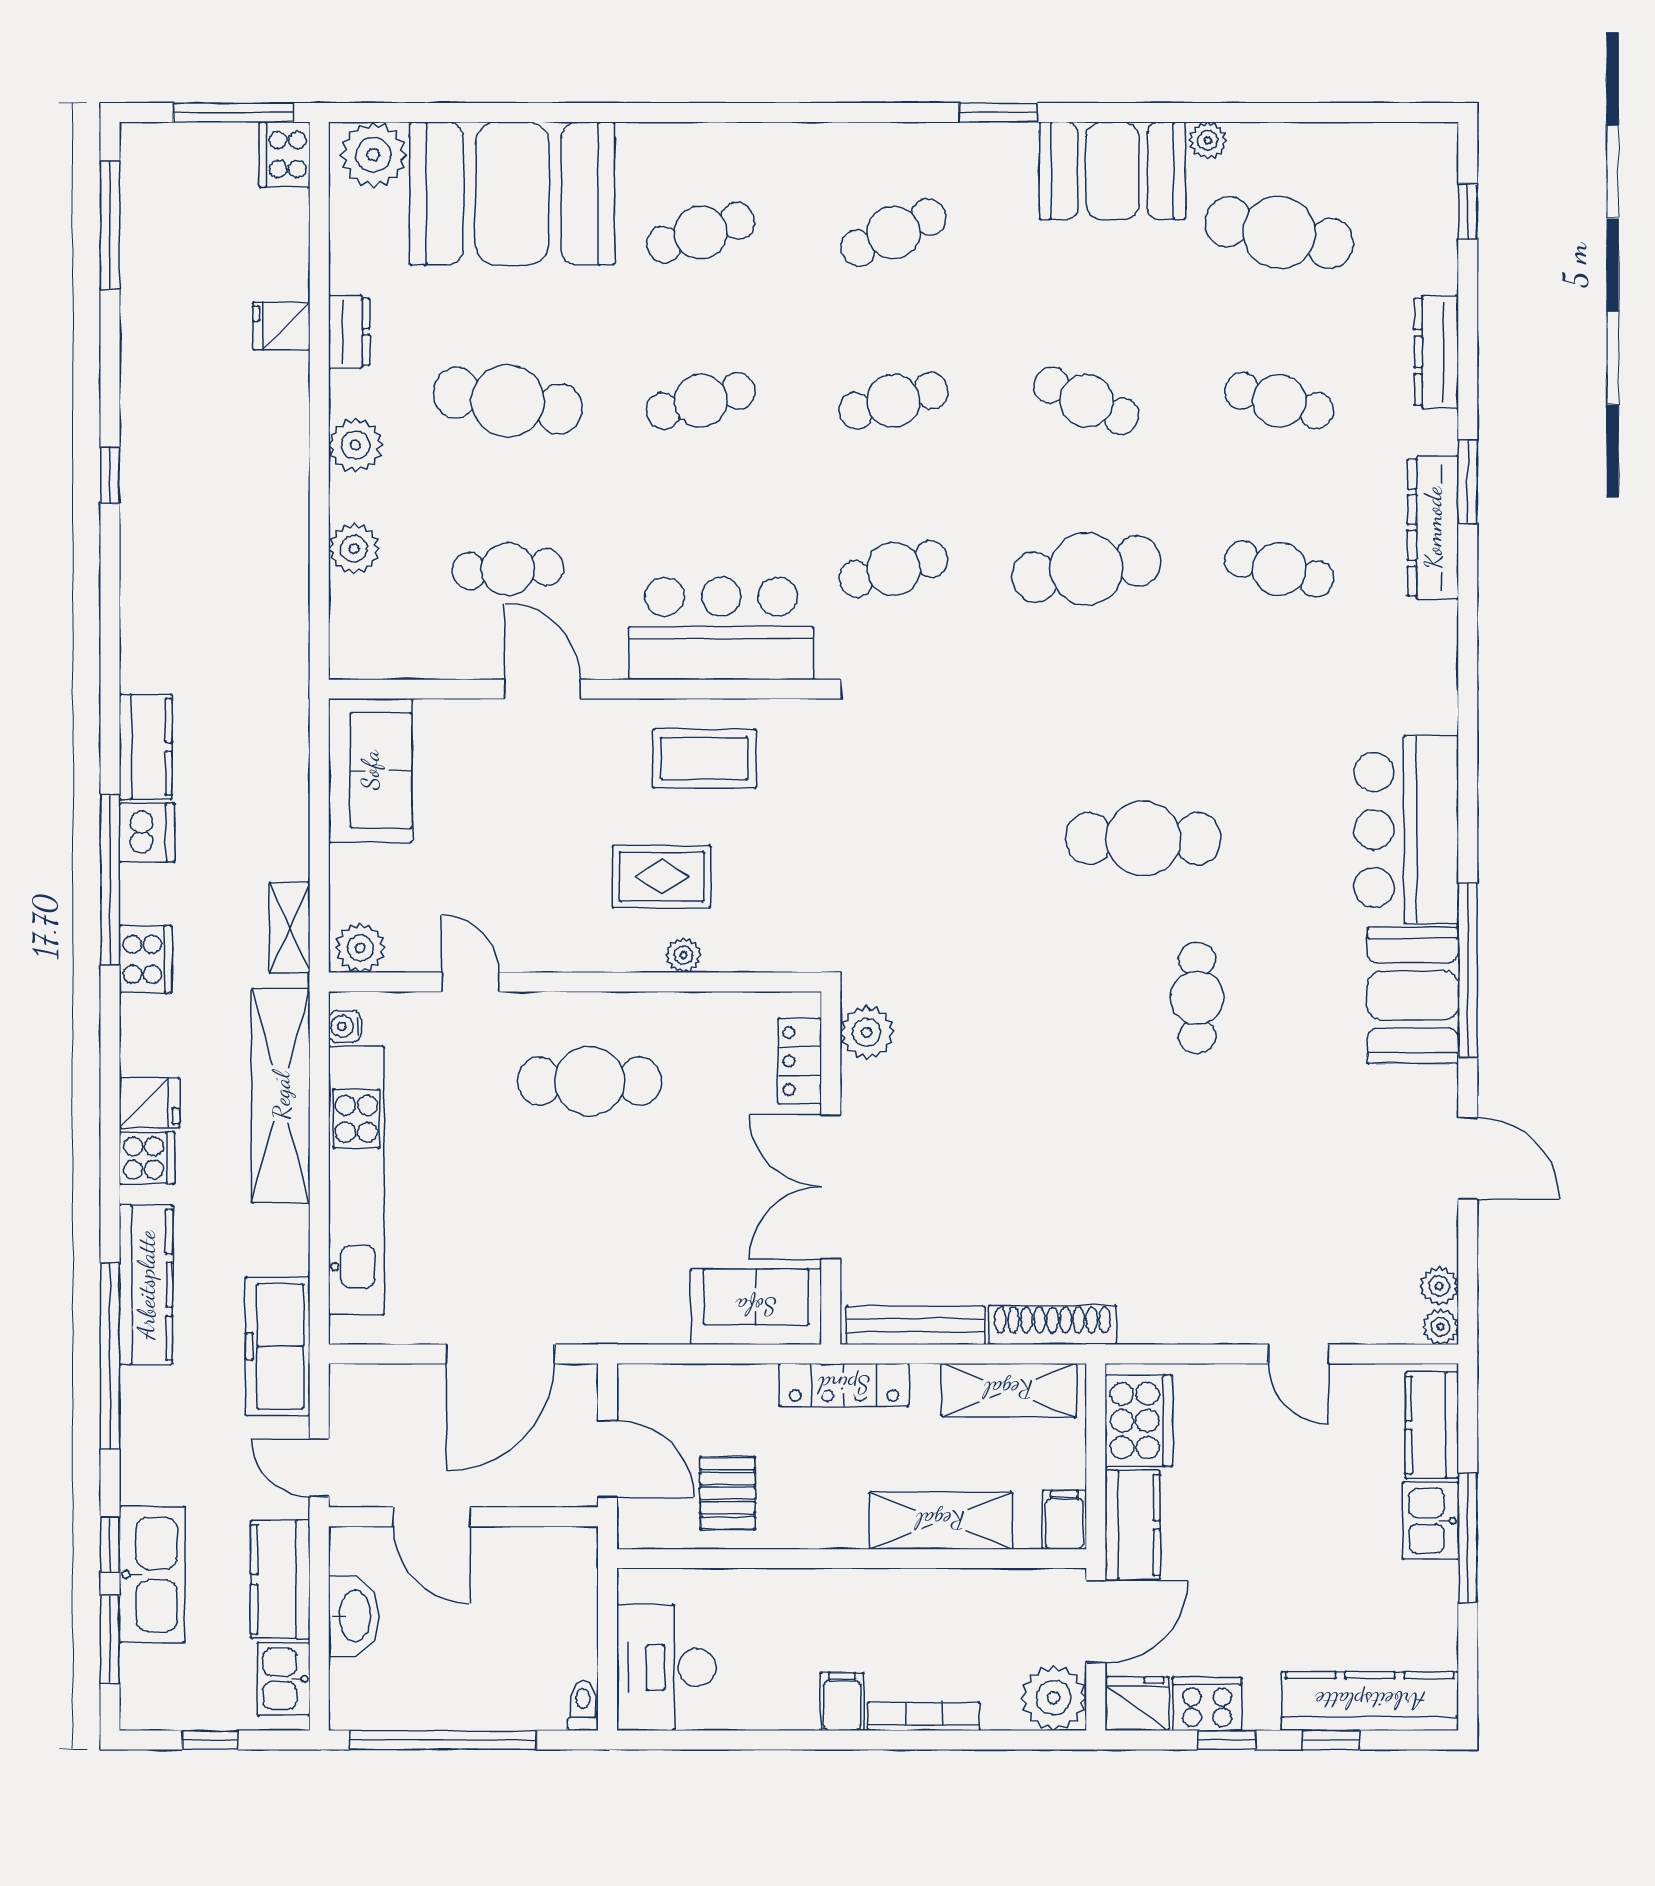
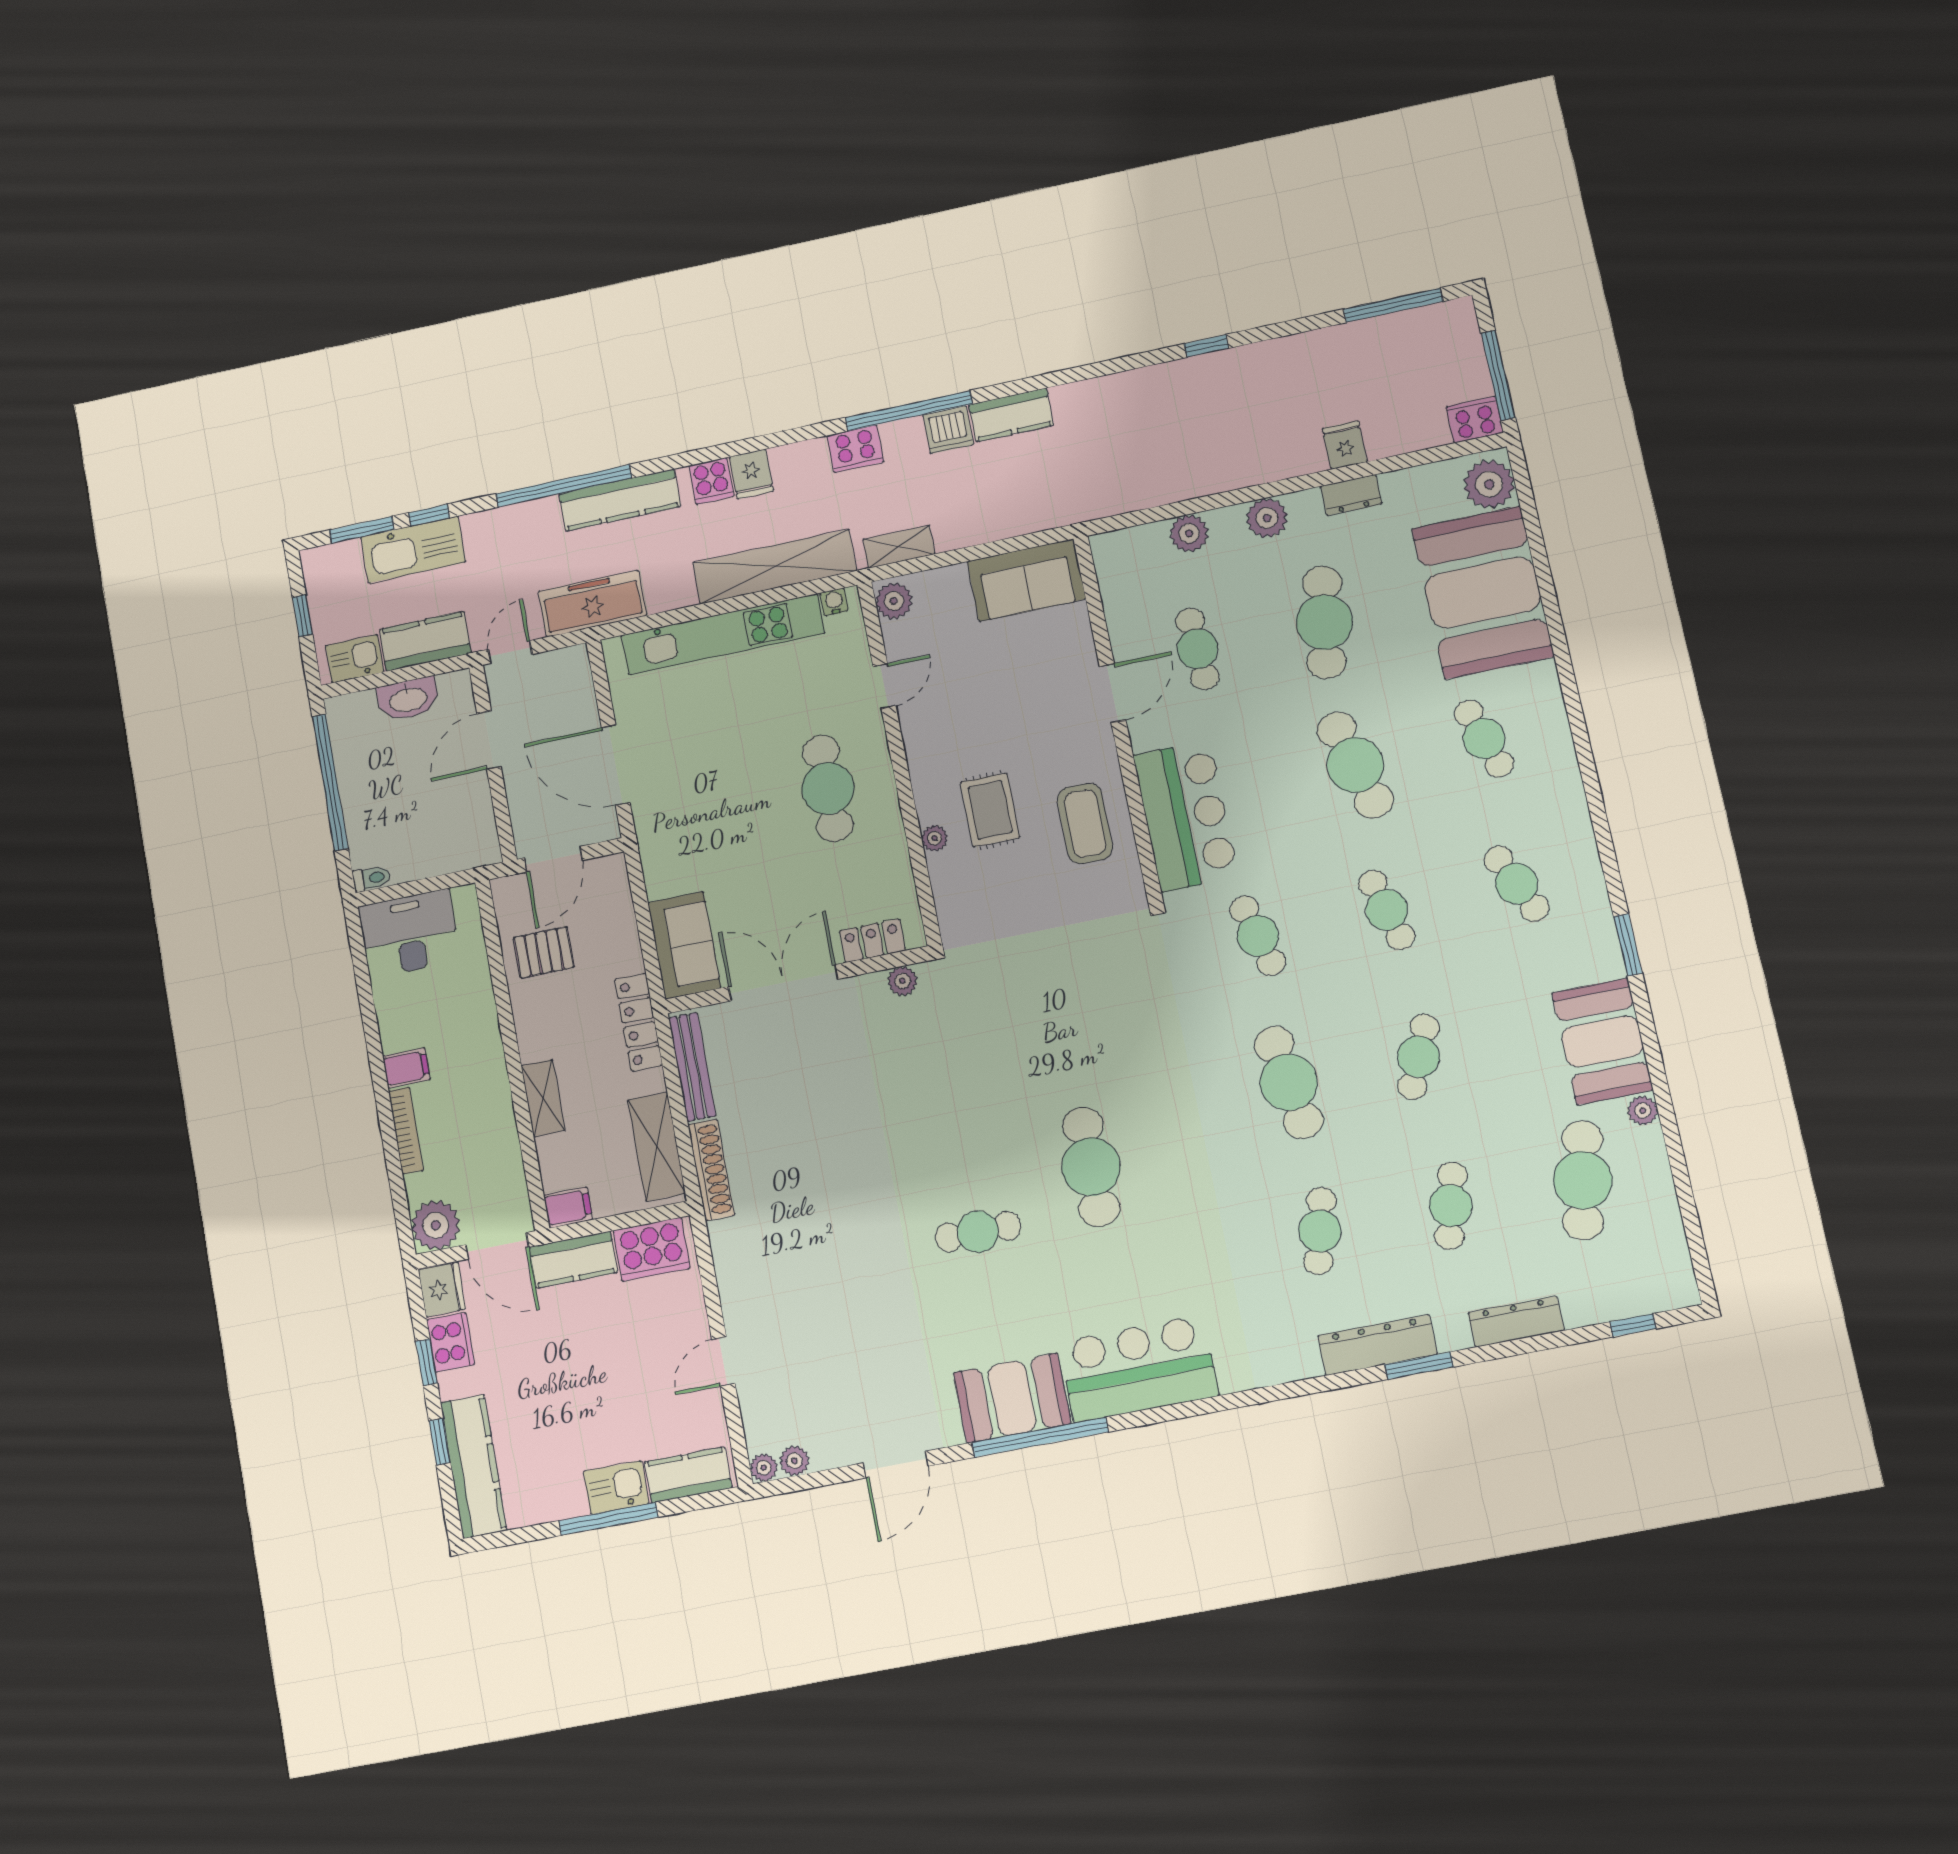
cafe table: (701, 401) -> (1355, 765), width x1.37, depth x1.35
plant: (867, 1032) -> (902, 981), width x0.73, depth x0.73
shelving: (941, 1521) -> (543, 1098), width x0.67, depth x0.75

